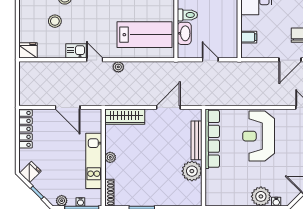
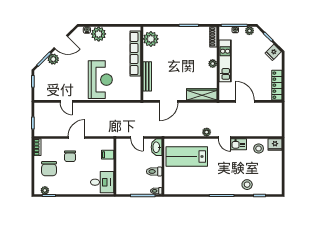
stool: (55, 21) -> (259, 149), moved
washbasin: (184, 33) -> (157, 147), moved
row of seats: (212, 139) -> (135, 54), moved
plant: (192, 171) -> (151, 39), moved

